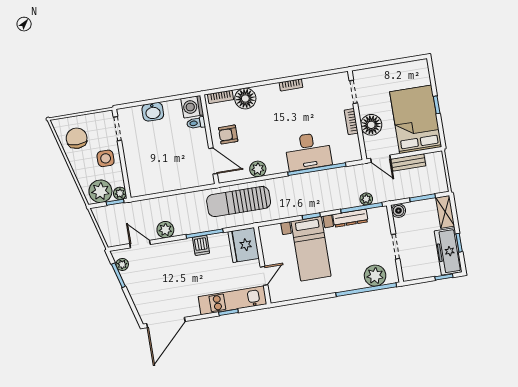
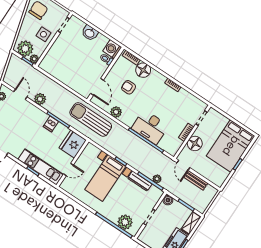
bed: (416, 119) -> (231, 146), moved, turned 180
armchair: (228, 134) -> (129, 87), moved

